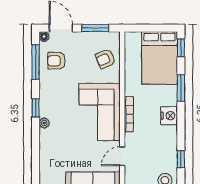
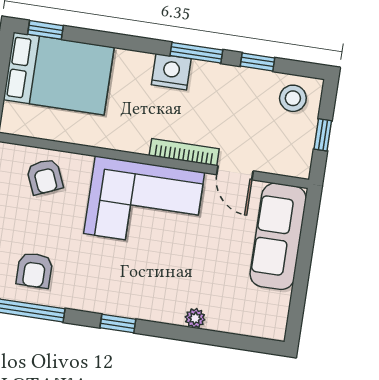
window: (181, 88) -> (196, 53), moved
bookcase: (129, 114) -> (184, 152), moved
plant: (44, 123) -> (195, 318), moved

